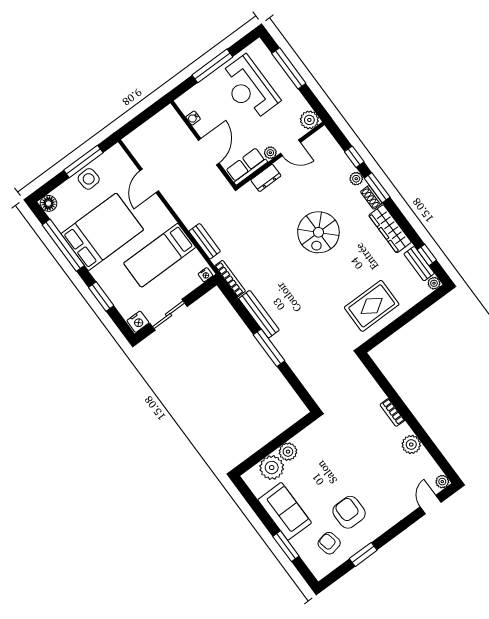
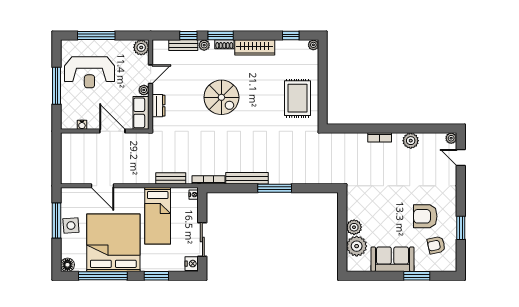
bed: (102, 232) -> (113, 243), width x1.36
bench: (419, 264) -> (183, 45), moved

